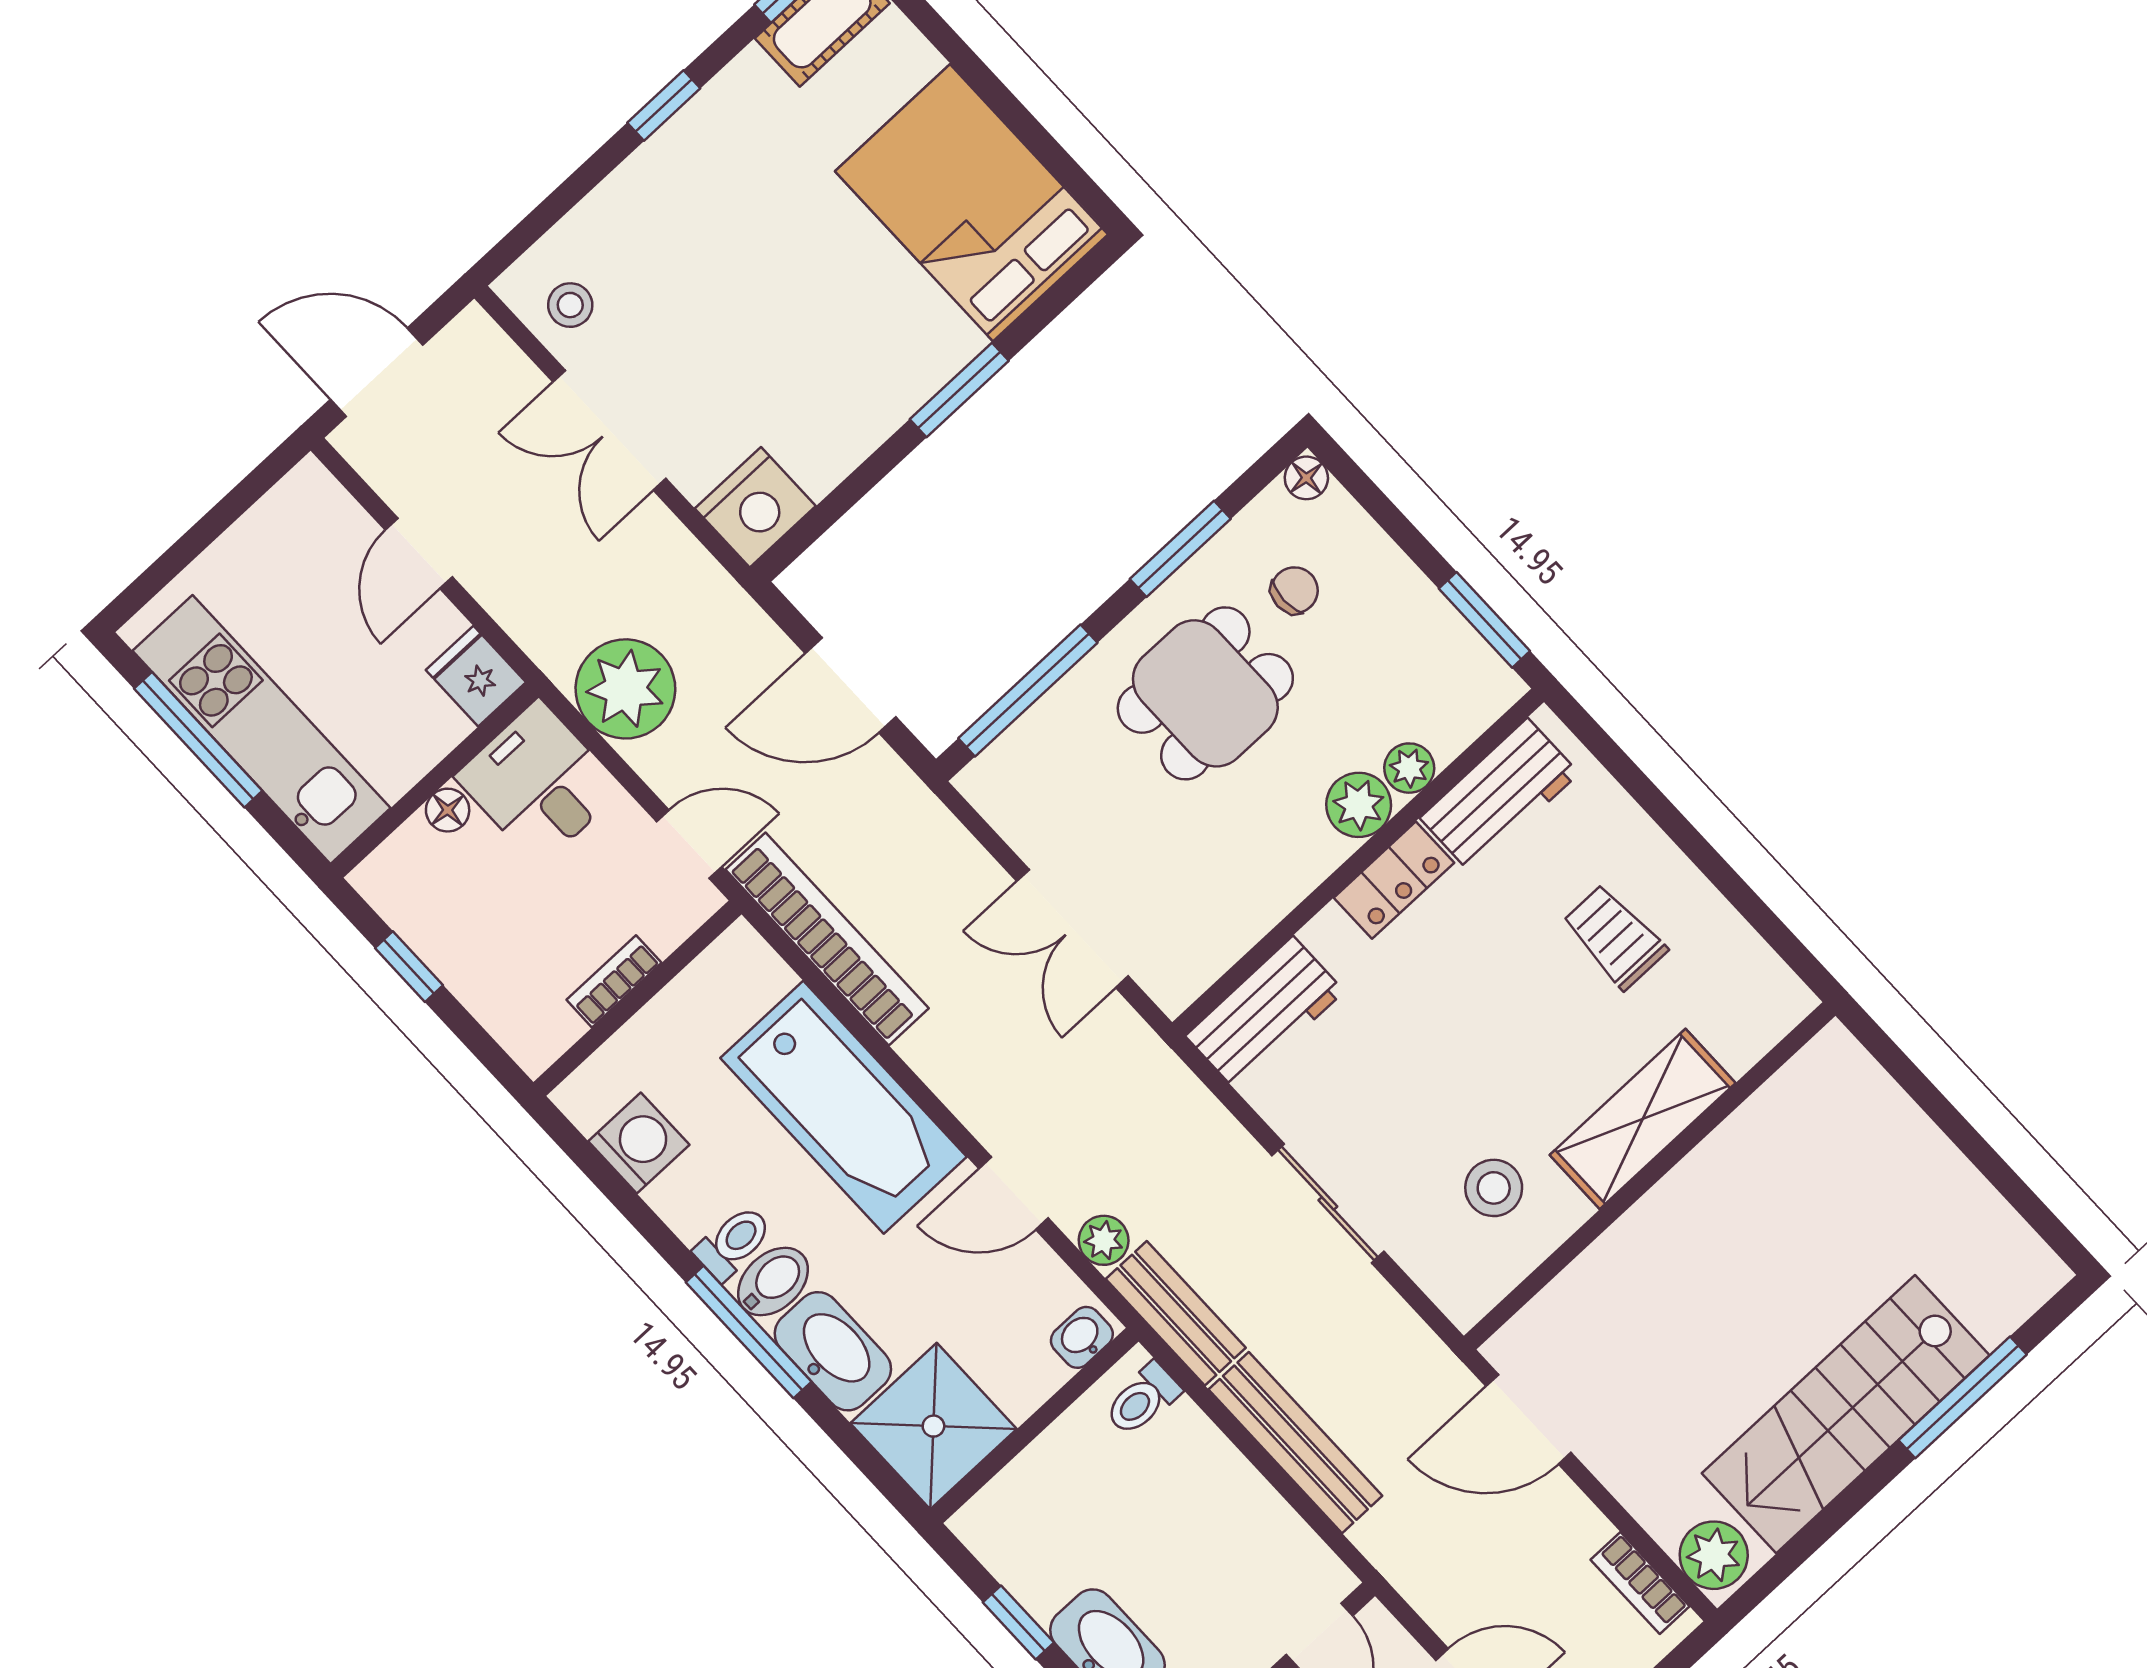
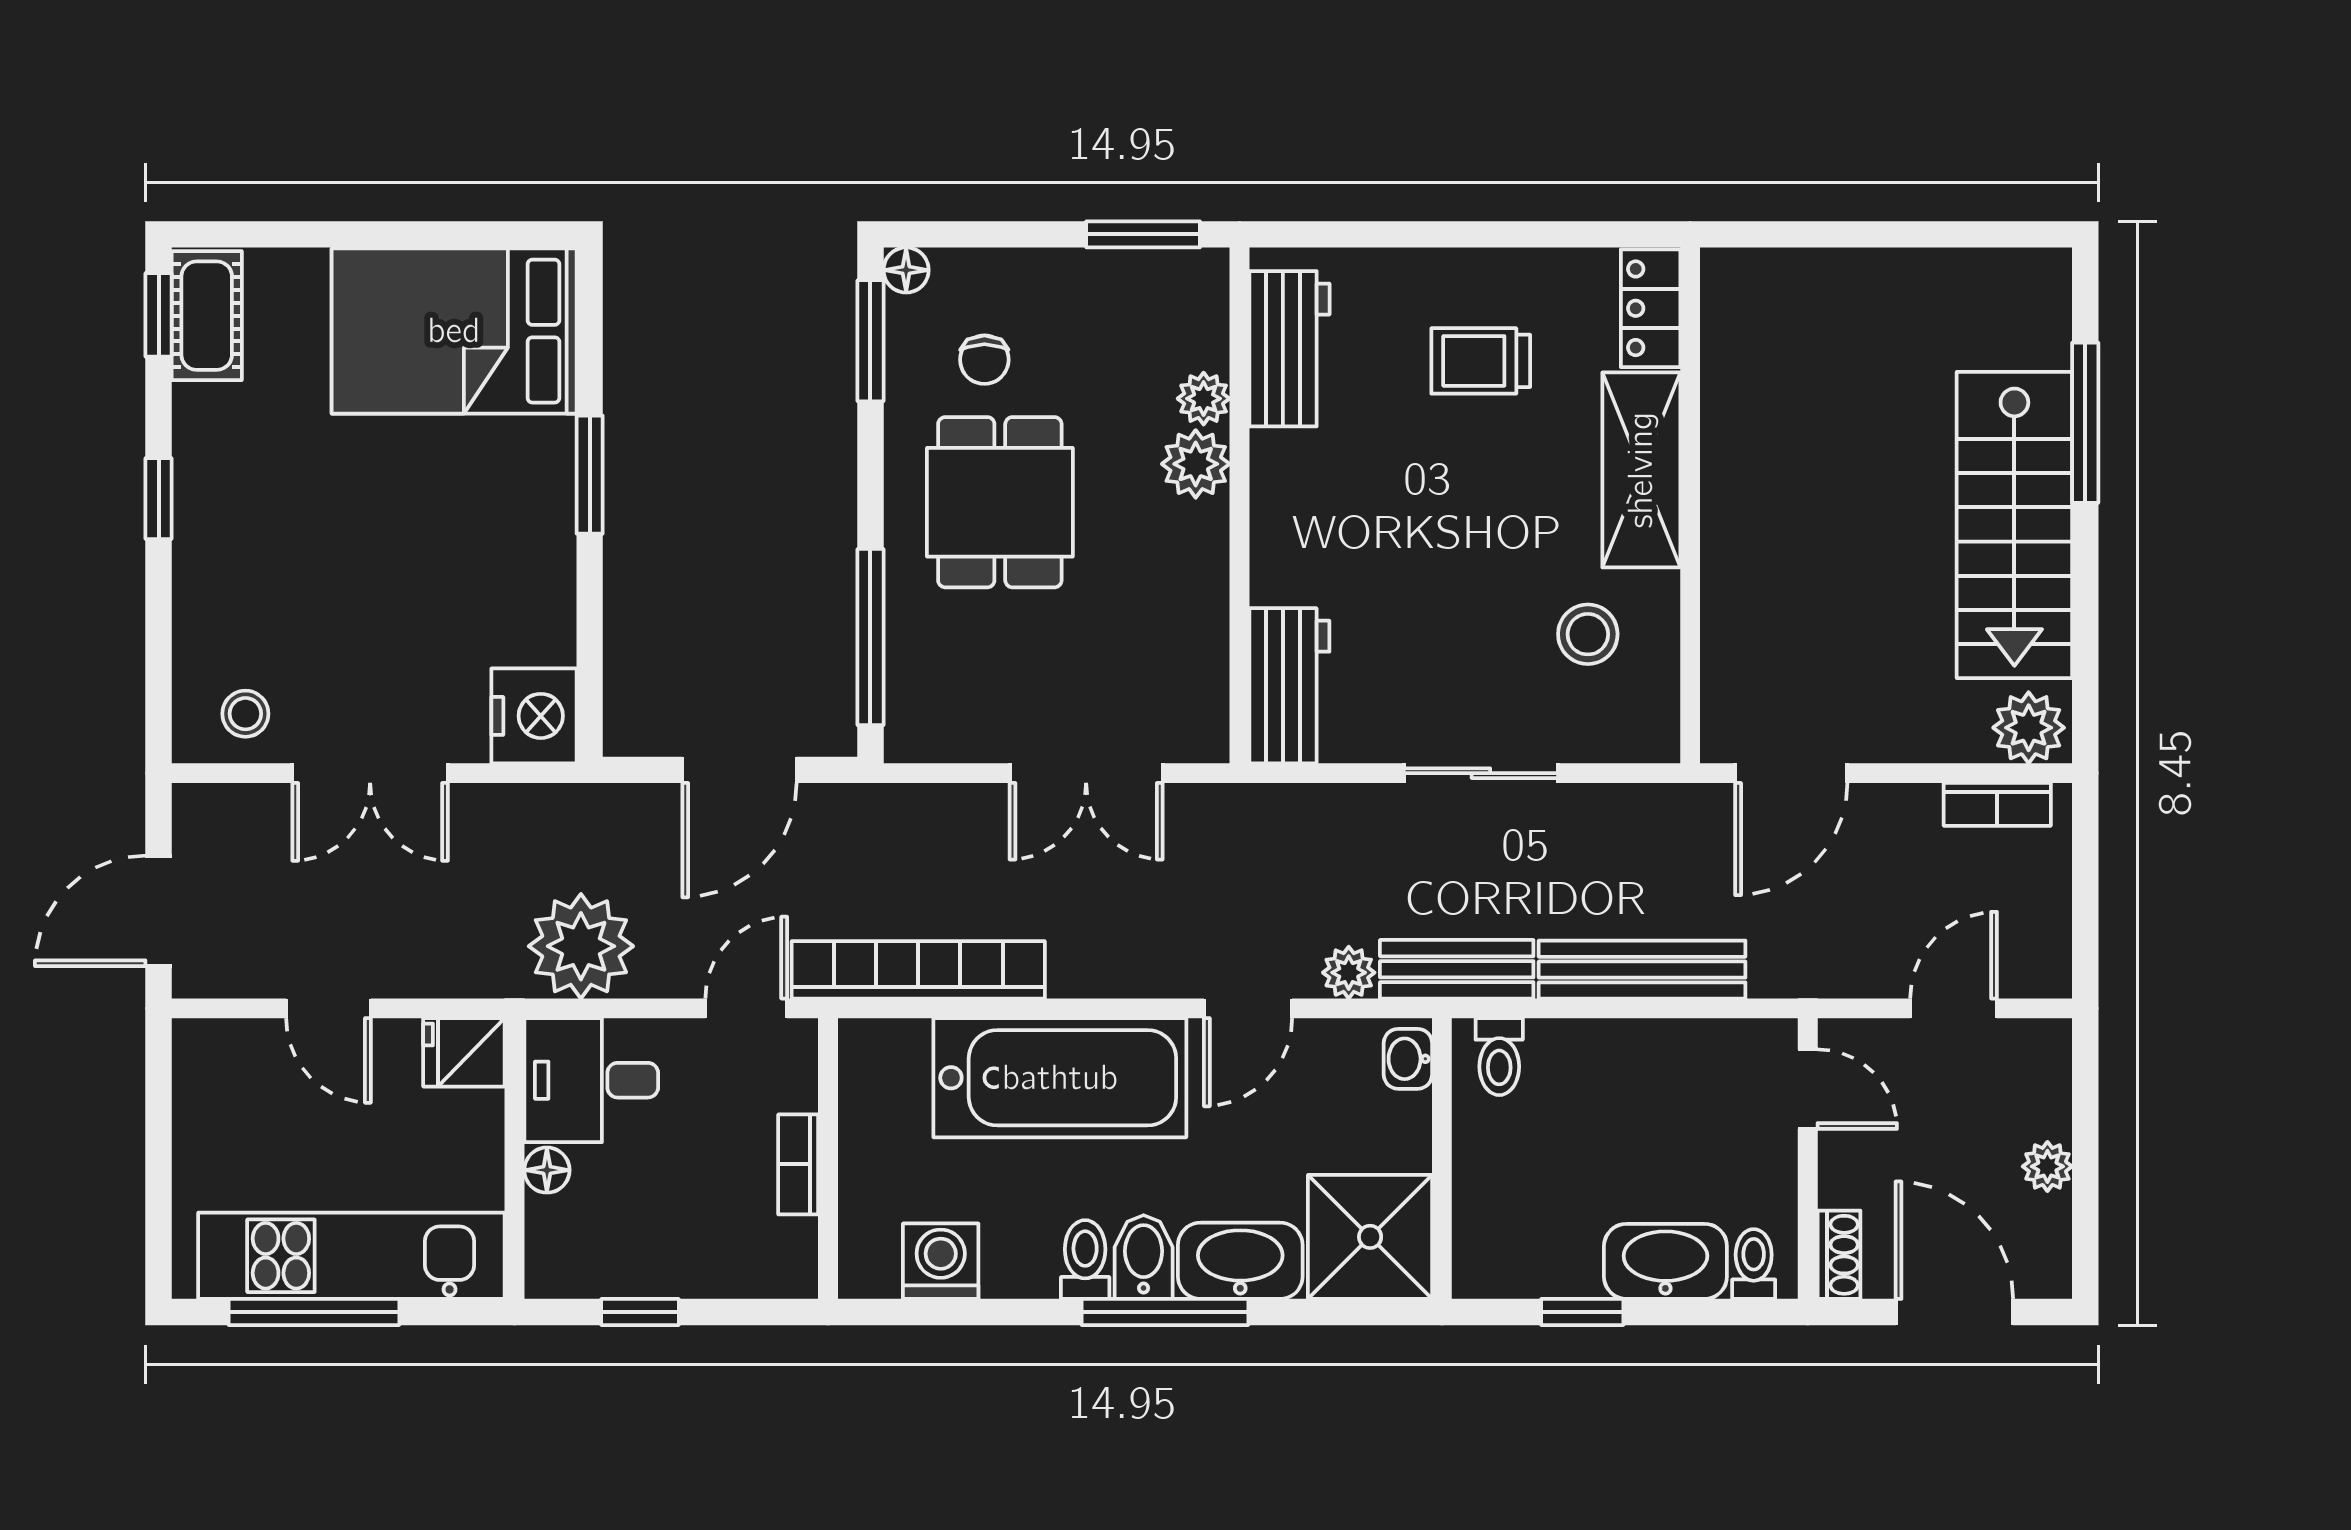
window: (1180, 549) -> (870, 341), moved
chair: (1294, 590) -> (984, 360), turned 180
locker: (1394, 880) -> (1651, 308), moved, turned 180

